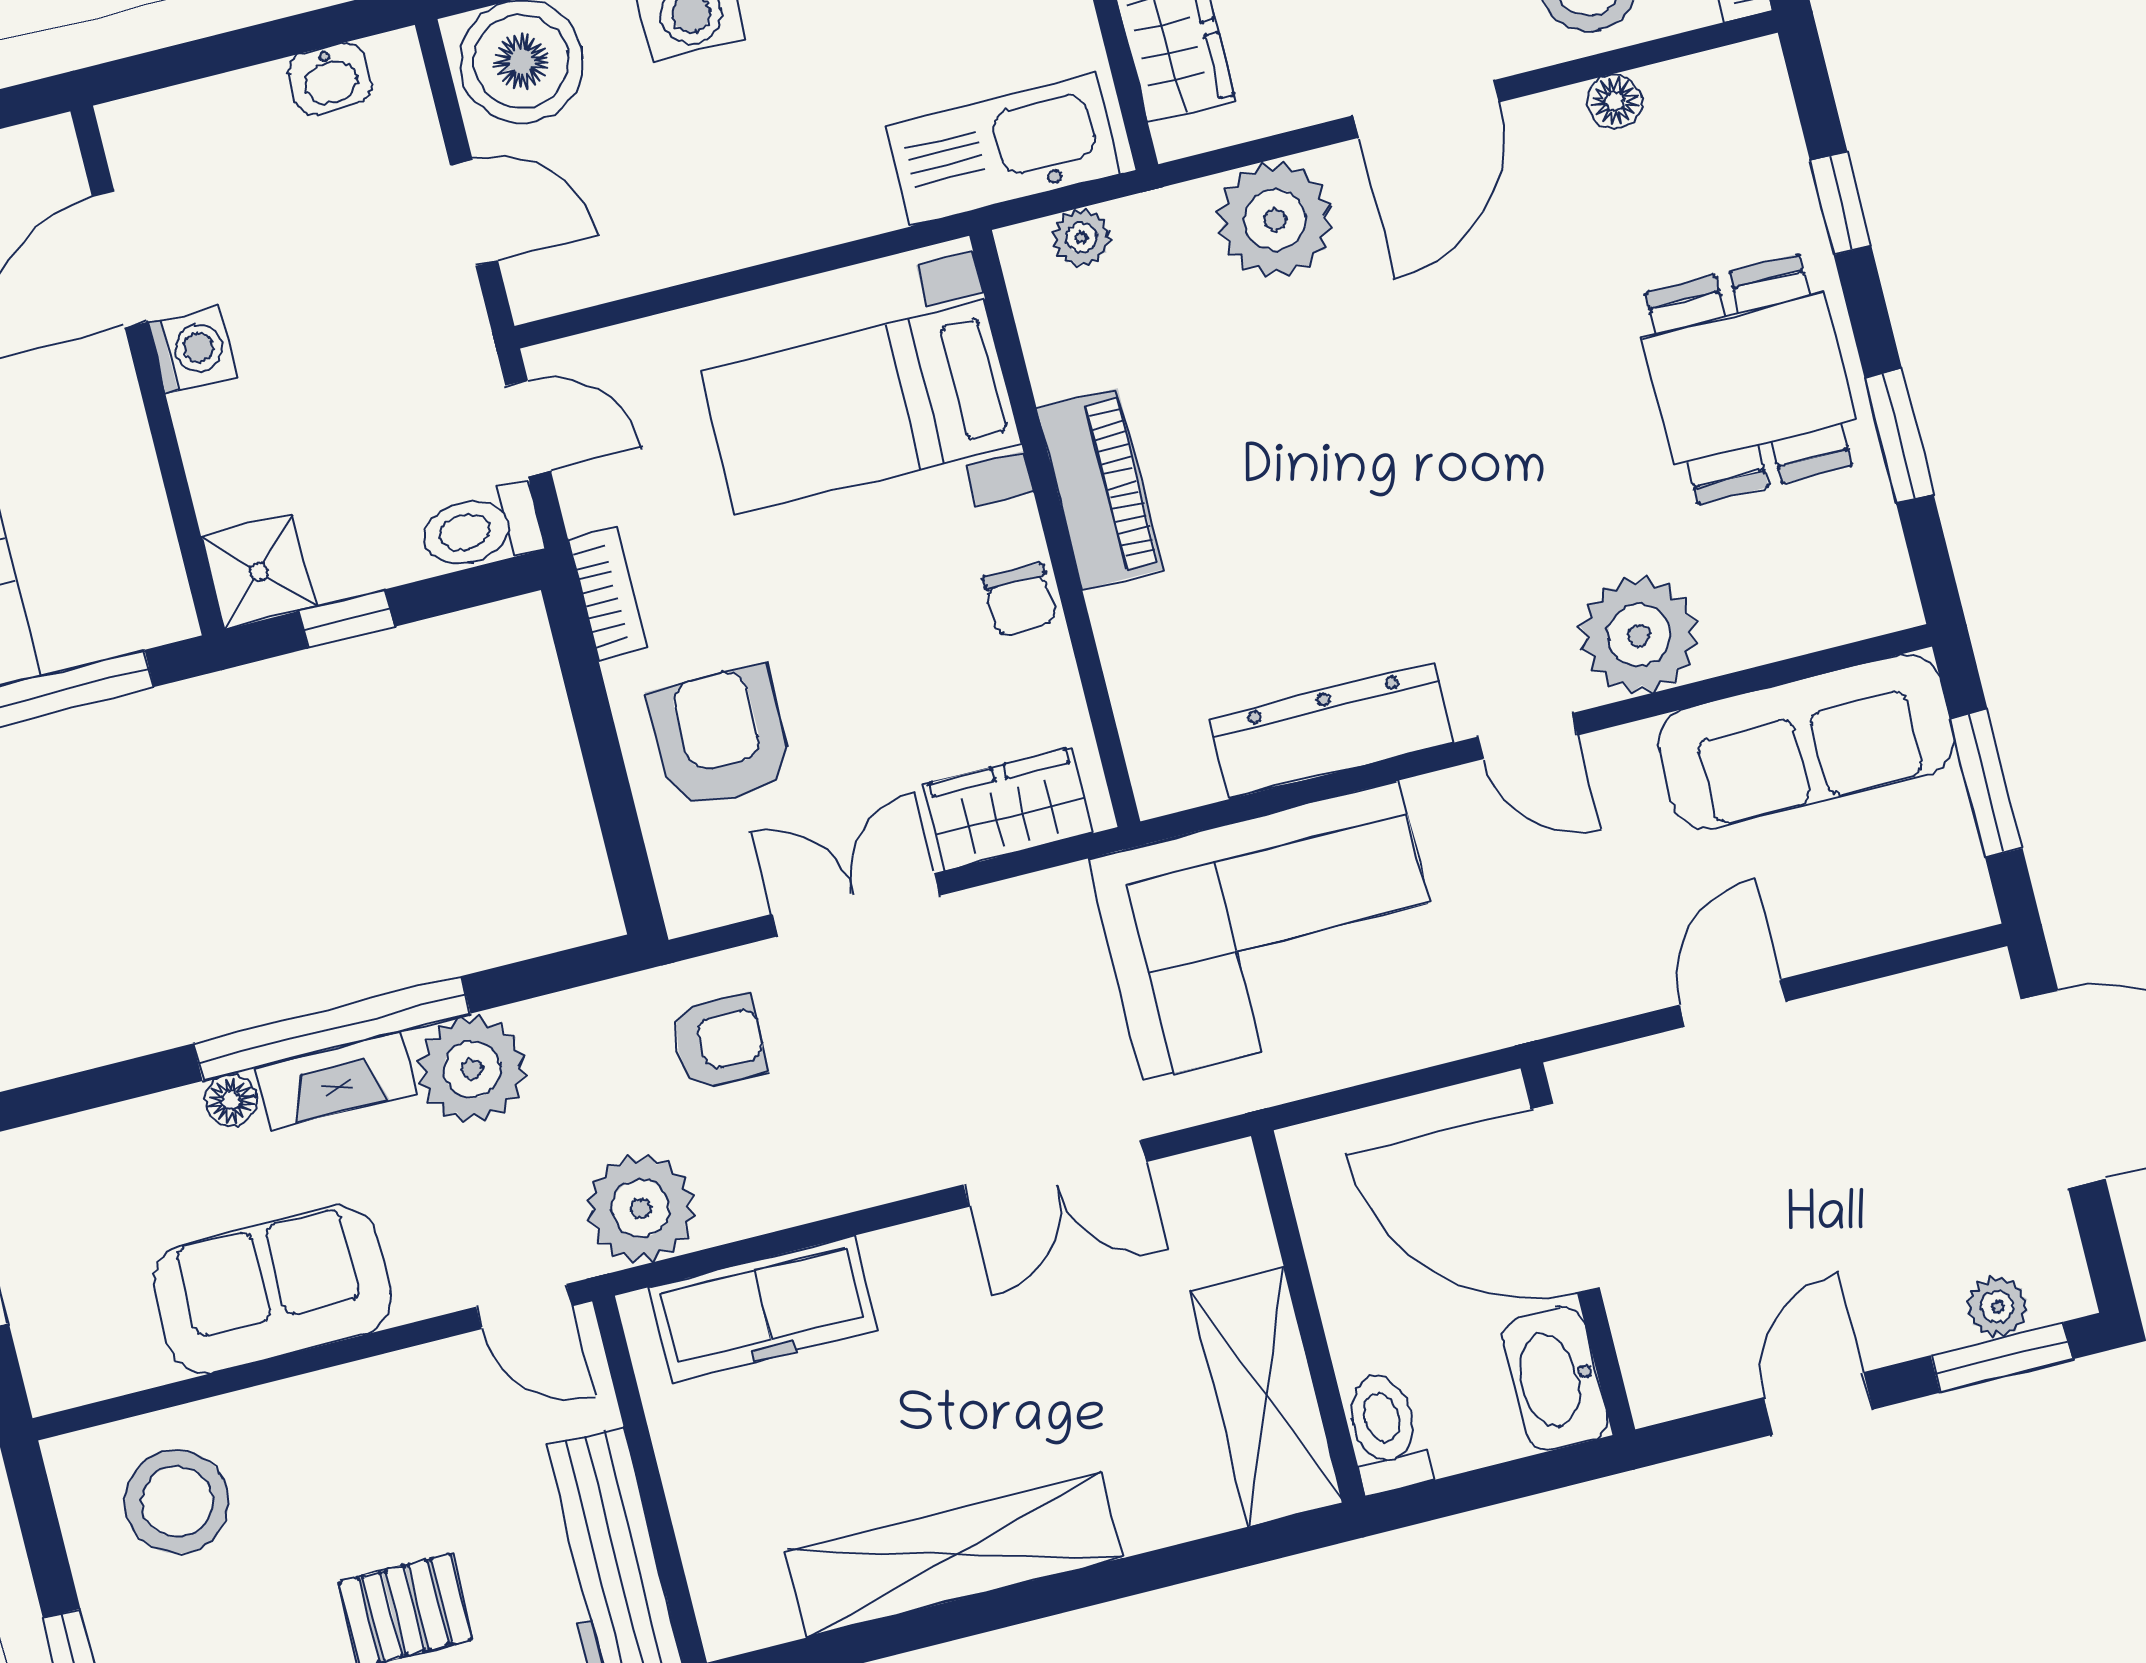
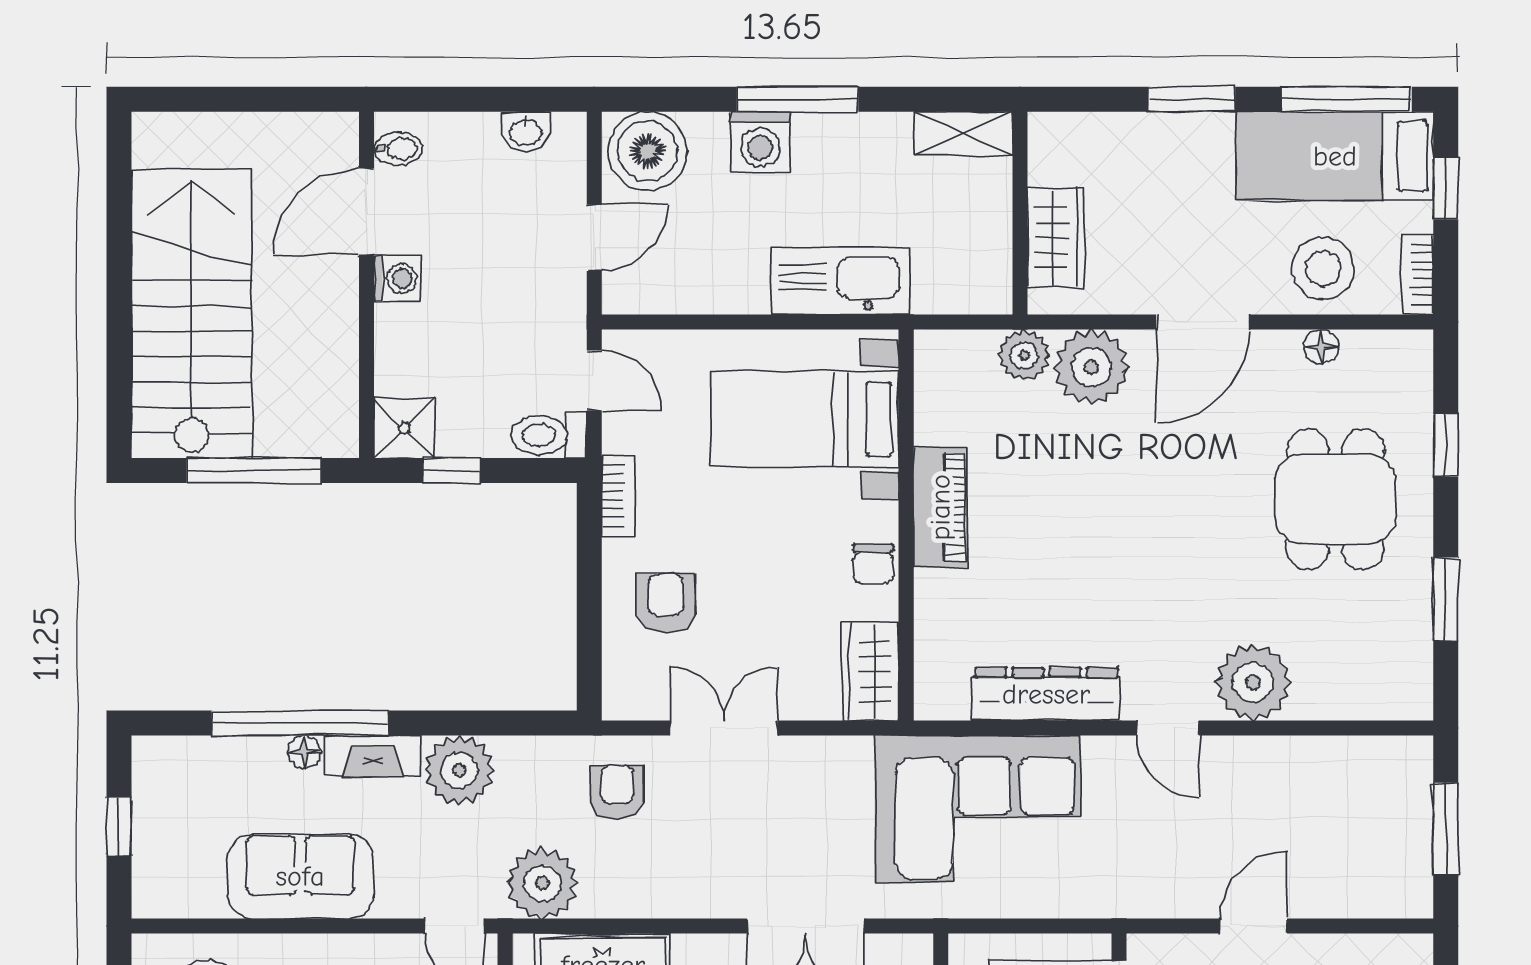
kitchen sink: (1003, 150) -> (840, 281), moved
bidet: (144, 153) -> (398, 149), added
door: (474, 213) -> (594, 238), hinge flipped
plant: (1081, 238) -> (1024, 355), moved, width x1.38, depth x1.38
dining table: (1749, 379) -> (1335, 499), moved
armchair: (721, 738) -> (666, 603), width x0.72, depth x0.72
sofa: (1806, 742) -> (1340, 775), removed
wardrobe: (1008, 809) -> (870, 671), moved, turned -90
window: (332, 1029) -> (300, 723), moved
armchair: (719, 1042) -> (617, 792), turned -90

